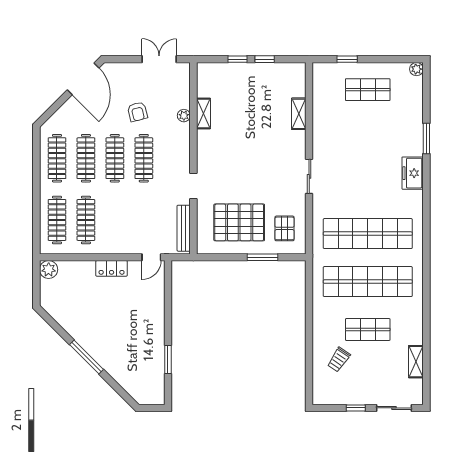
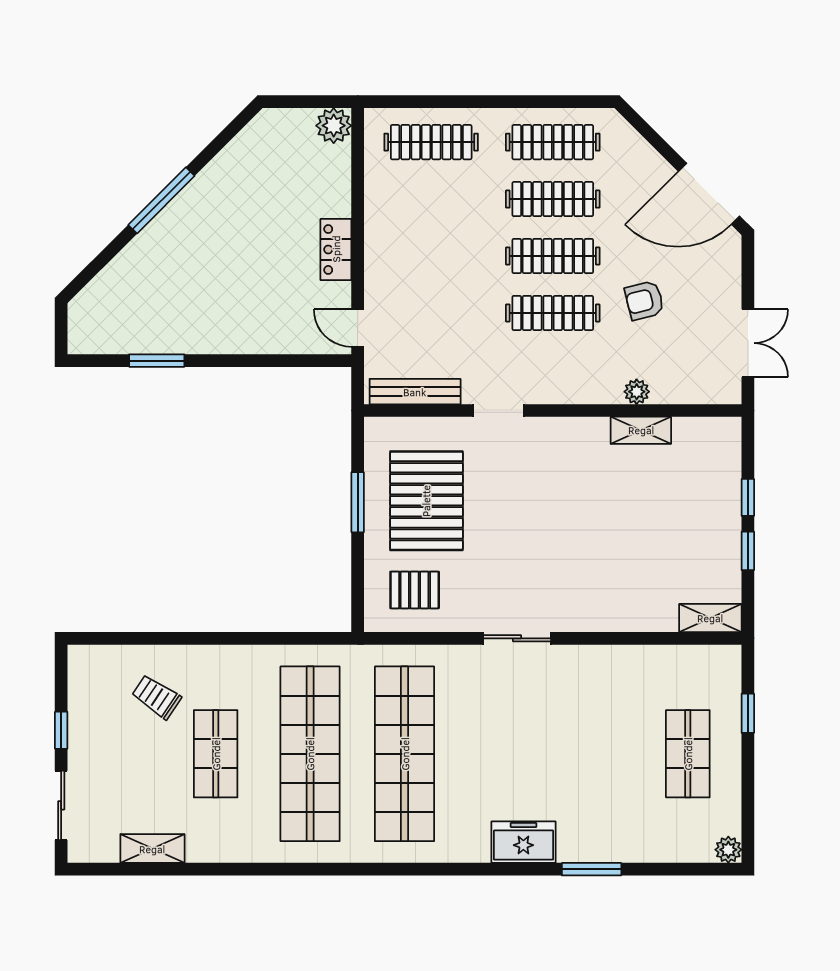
shelving: (299, 114) -> (710, 618), moved
clothes rail: (86, 220) -> (431, 199), removed
window: (262, 257) -> (358, 502), moved

